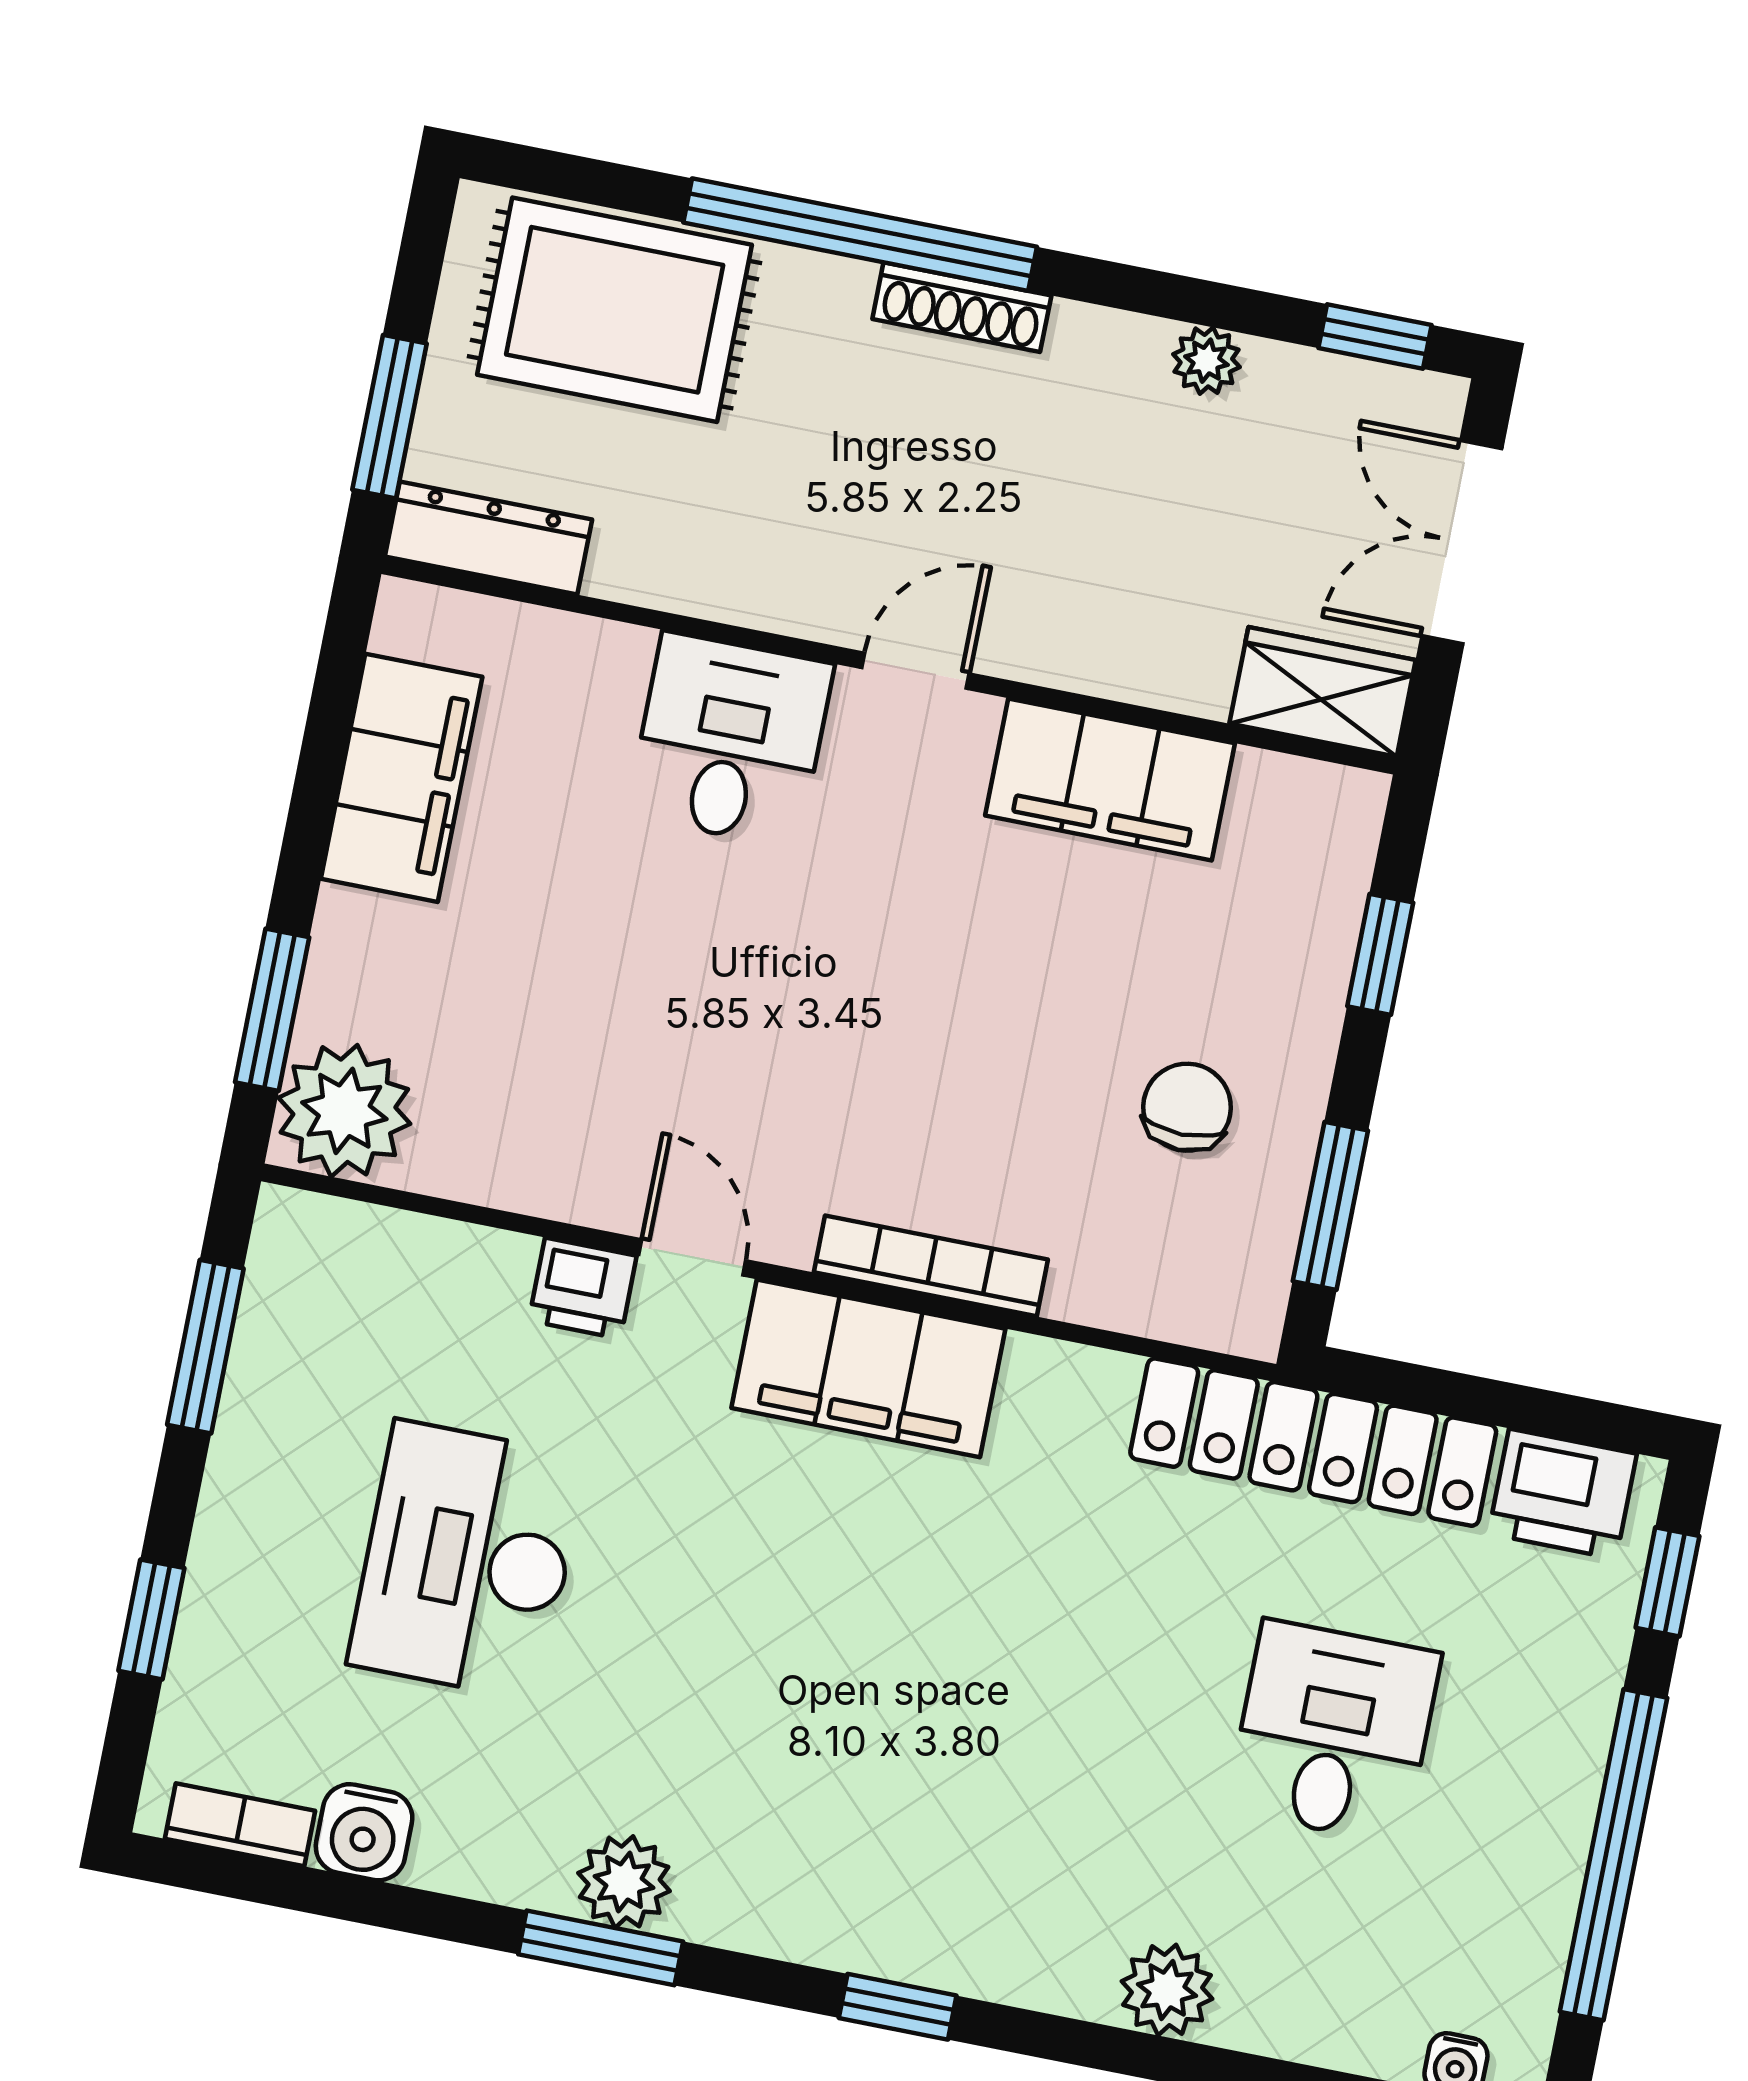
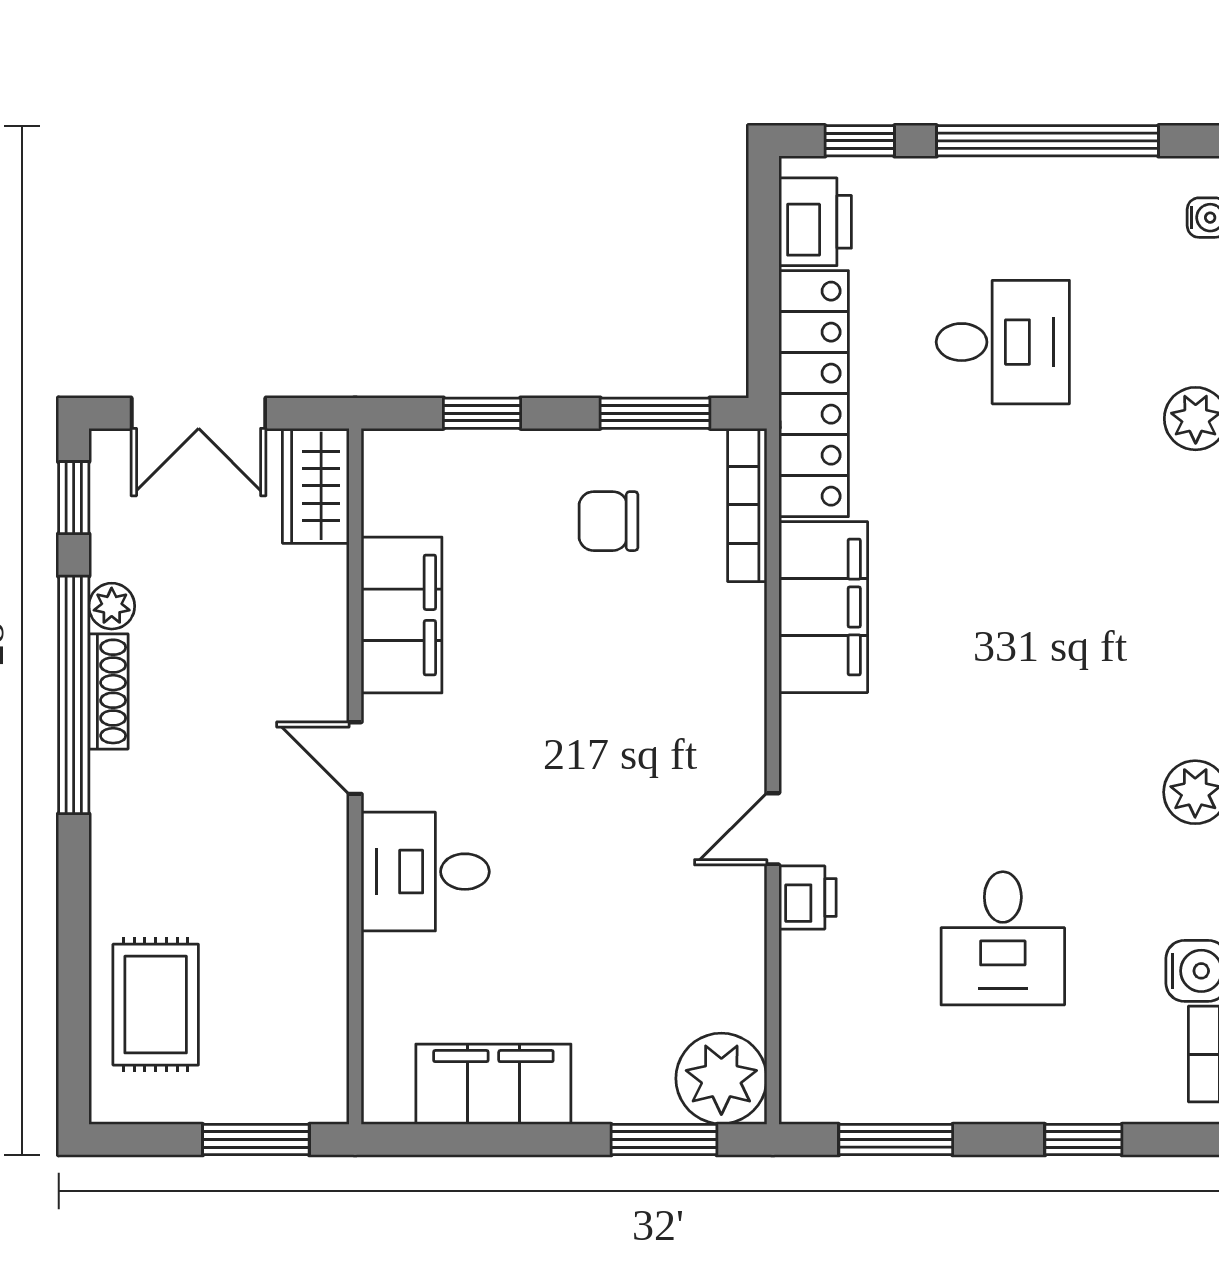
window: (860, 235) -> (74, 695), moved
shoe rack: (962, 307) -> (108, 691), moved
rug: (615, 310) -> (156, 1005), width x0.73, depth x0.70
dresser: (488, 538) -> (323, 1058), removed
bookcase: (931, 1266) -> (747, 505), moved
filing cabinet: (868, 1368) -> (823, 607), moved
desk: (467, 1560) -> (1003, 938), width x0.73
desk: (1334, 1732) -> (1003, 342), turned 180

